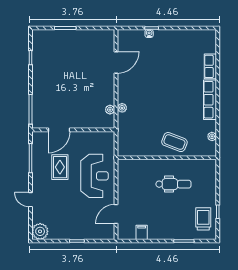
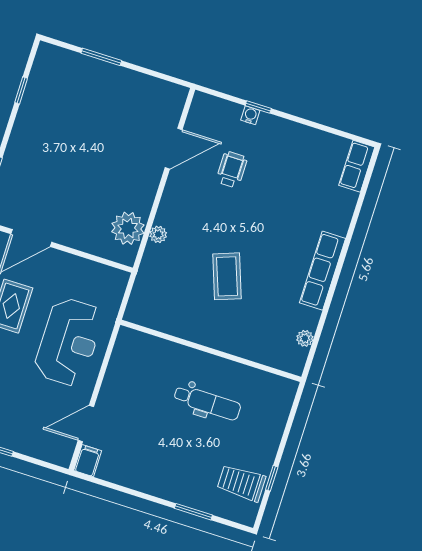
wheelchair: (148, 64) -> (232, 170), added
row of seats: (210, 66) -> (357, 166), moved
plant: (110, 110) -> (128, 228), width x1.88, depth x1.88
coffee table: (174, 142) -> (227, 276), moved, turned 49
trolley: (203, 219) -> (241, 483), turned -90
filing cabinet: (142, 232) -> (88, 461), moved

